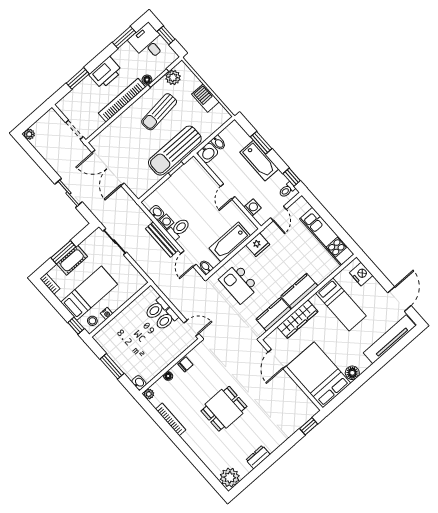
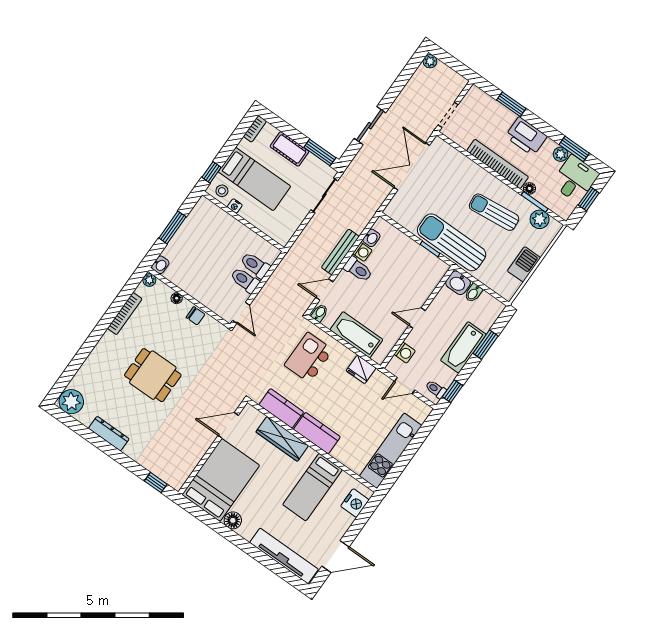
plant: (126, 49) -> (561, 154), added
window: (63, 252) -> (320, 153), moved
dresser: (258, 457) -> (109, 434), width x1.44

